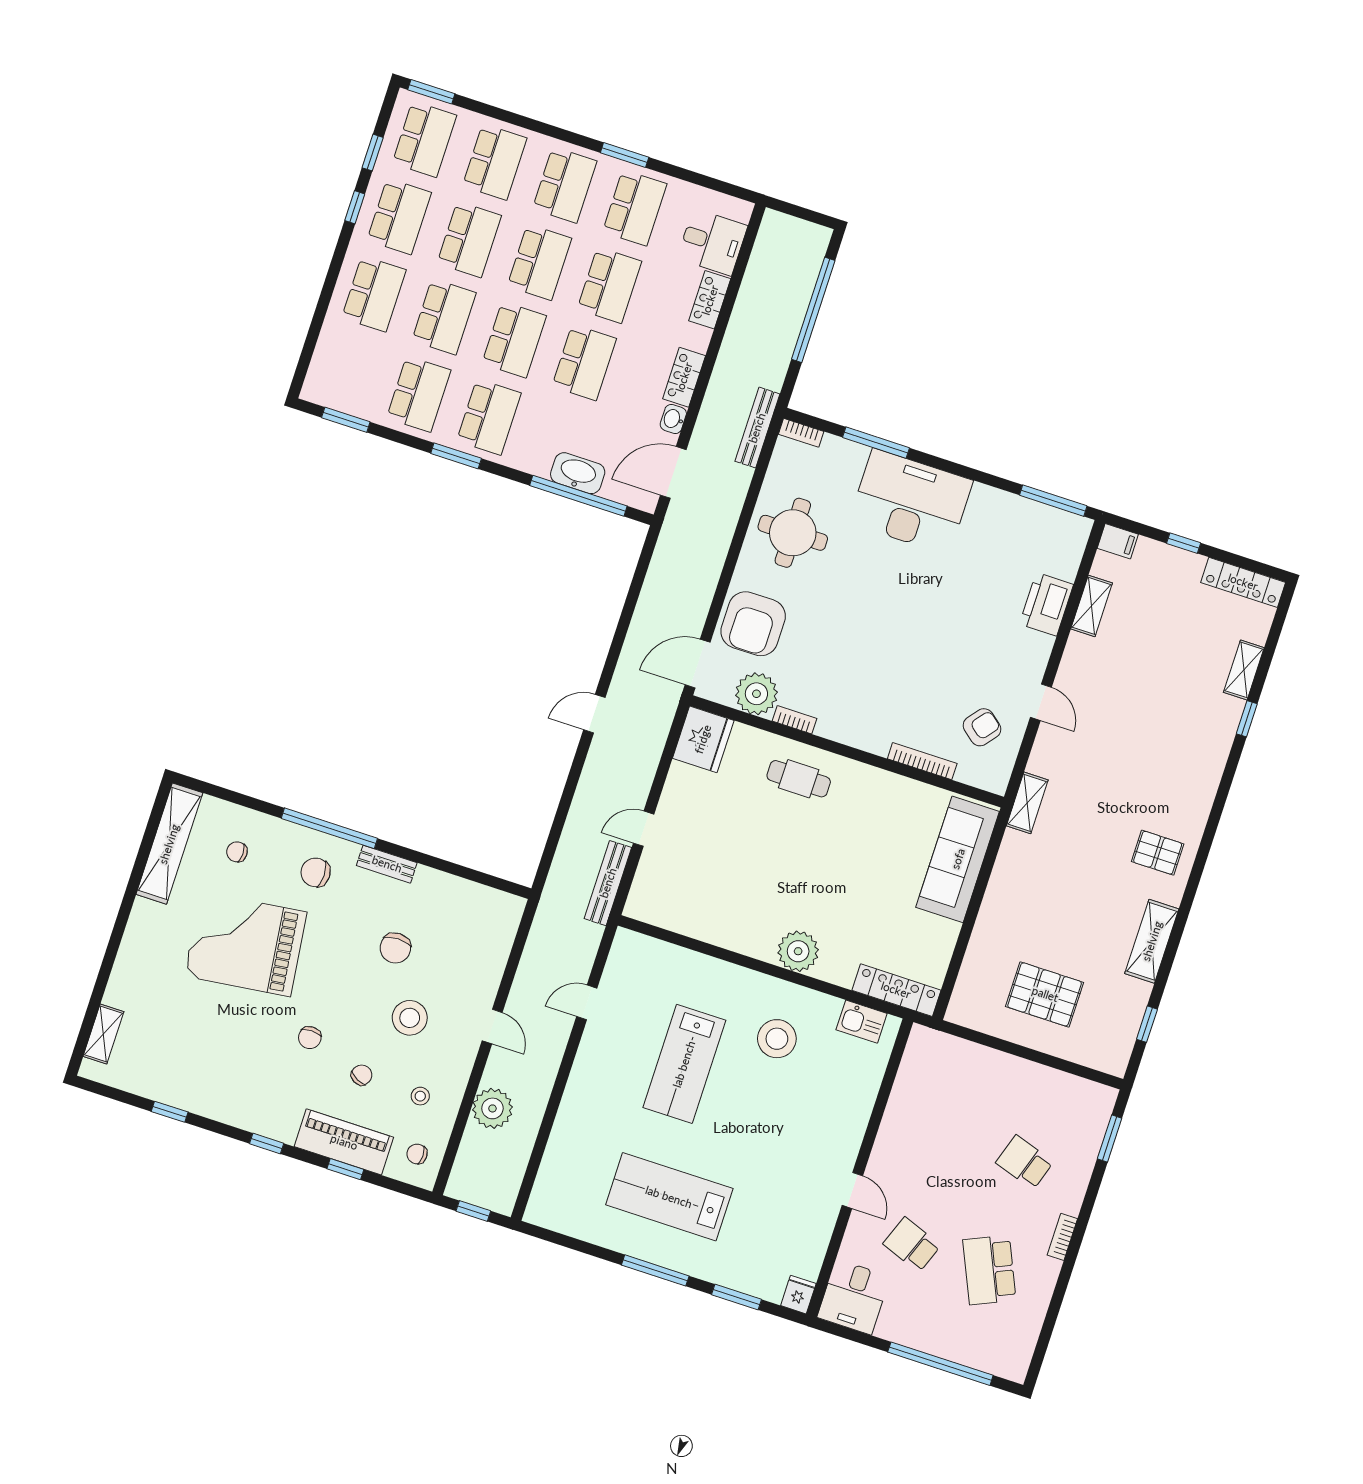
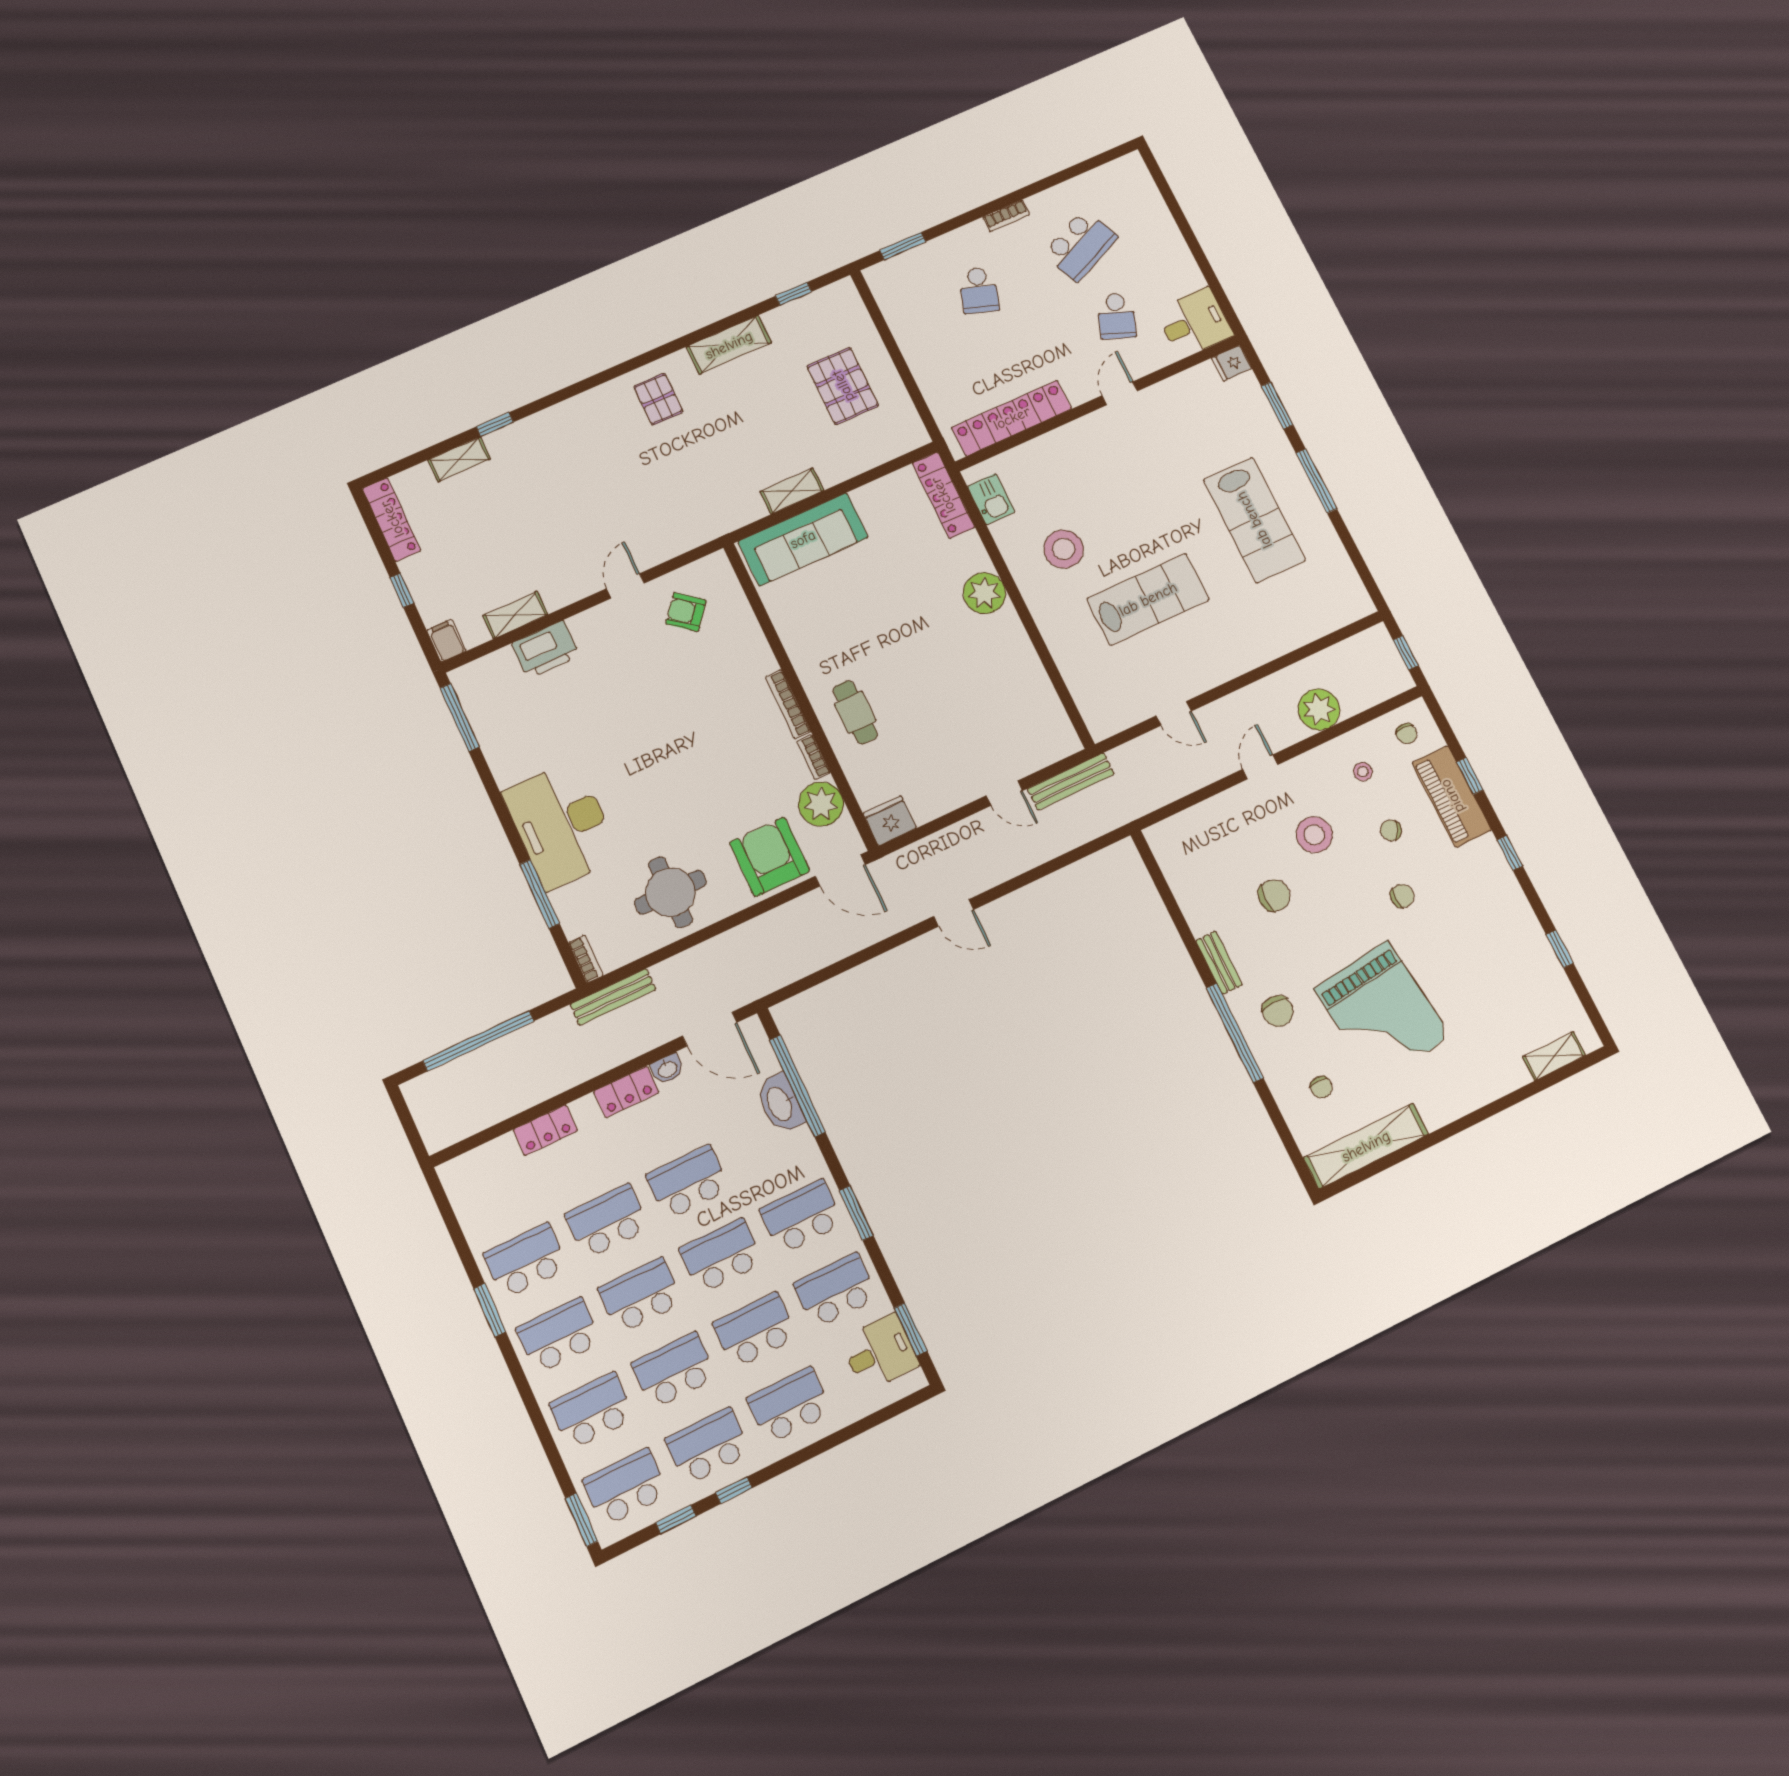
desk: (712, 242) -> (880, 1352), moved, turned 90
armchair: (753, 624) -> (770, 857), turned -90
fridge: (703, 739) -> (890, 821), width x0.73, depth x0.75
bookcase: (922, 761) -> (788, 704), moved
shelving: (1027, 803) -> (792, 491), moved
locker: (907, 1094) -> (1012, 418), added
window: (940, 1364) -> (1180, 219), removed

